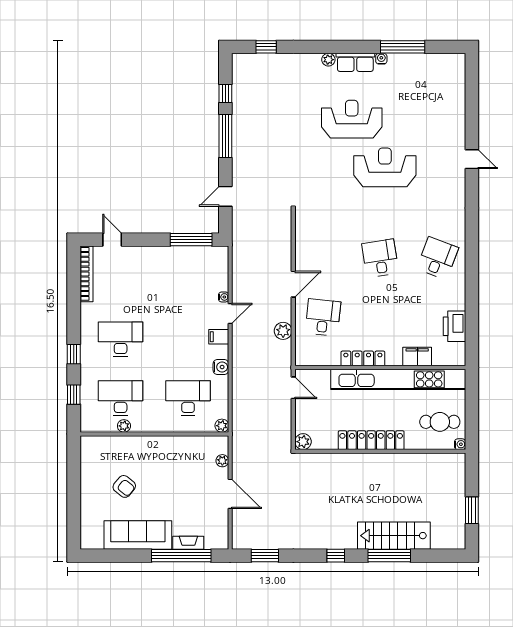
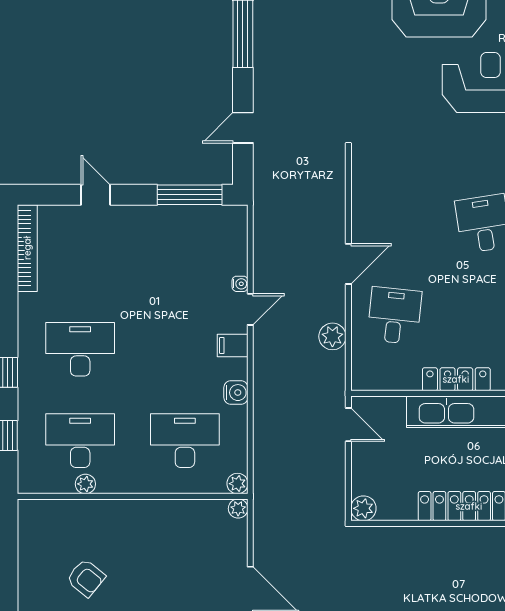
door: (112, 240) -> (96, 195), moved
plant: (222, 461) -> (238, 509), moved

